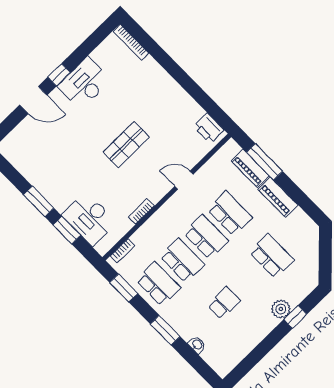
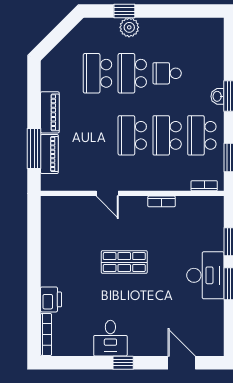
desk: (84, 83) -> (110, 338), width x0.73
door: (33, 100) -> (182, 363), moved
printer: (209, 128) -> (51, 299), moved
school desk: (230, 213) -> (132, 73), moved
desk: (89, 219) -> (205, 275), moved
washbasin: (197, 345) -> (217, 96), moved

